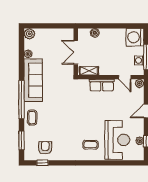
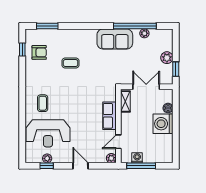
window: (60, 26) -> (176, 69), added
plant: (29, 34) -> (167, 58), moved
washing machine: (135, 37) -> (163, 124), moved, turned -90
sofa: (33, 80) -> (115, 39), width x0.73
window: (21, 100) -> (135, 26), moved
coffee table: (32, 117) -> (71, 63), moved

